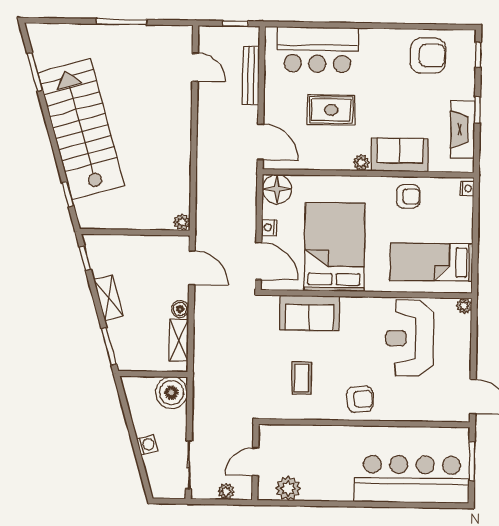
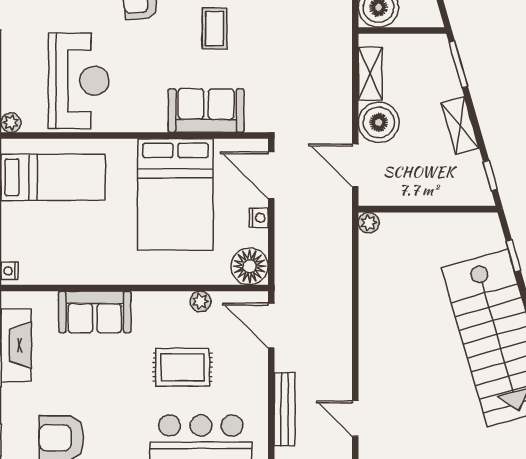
plant: (361, 163) -> (200, 301), moved
armchair: (408, 196) -> (83, 260), removed
boiler: (180, 309) -> (379, 122), width x1.86, depth x1.86

